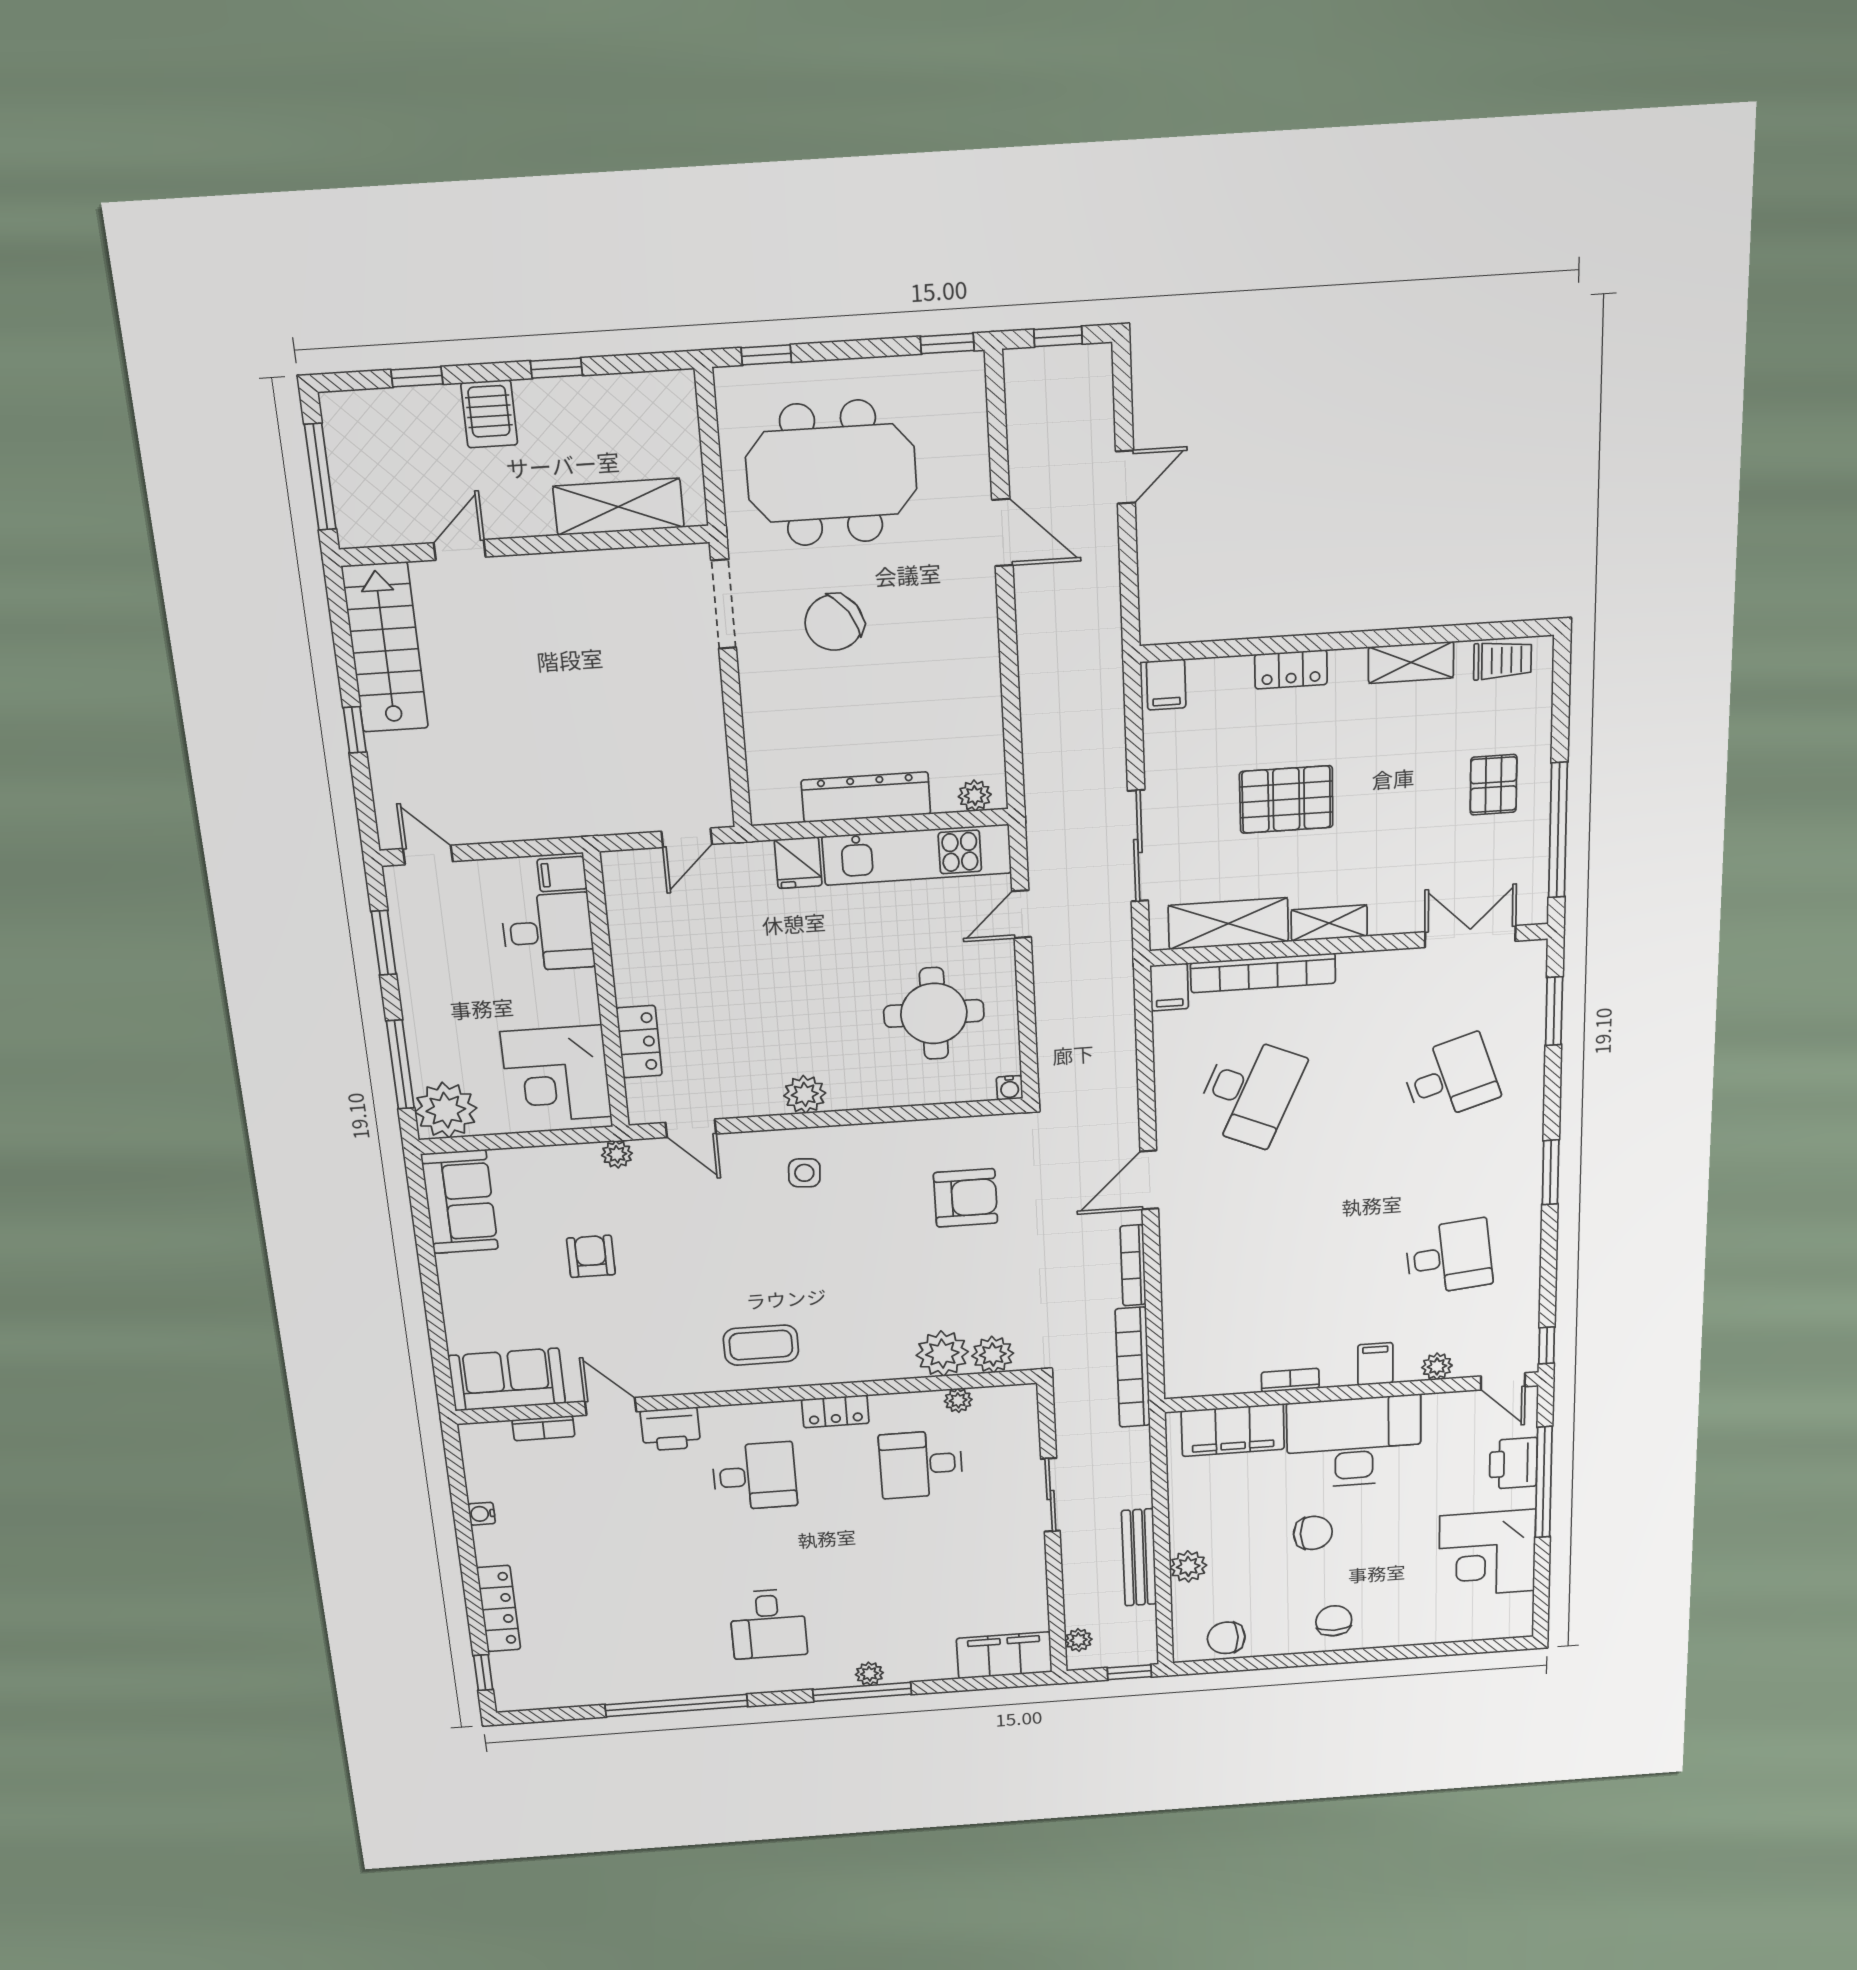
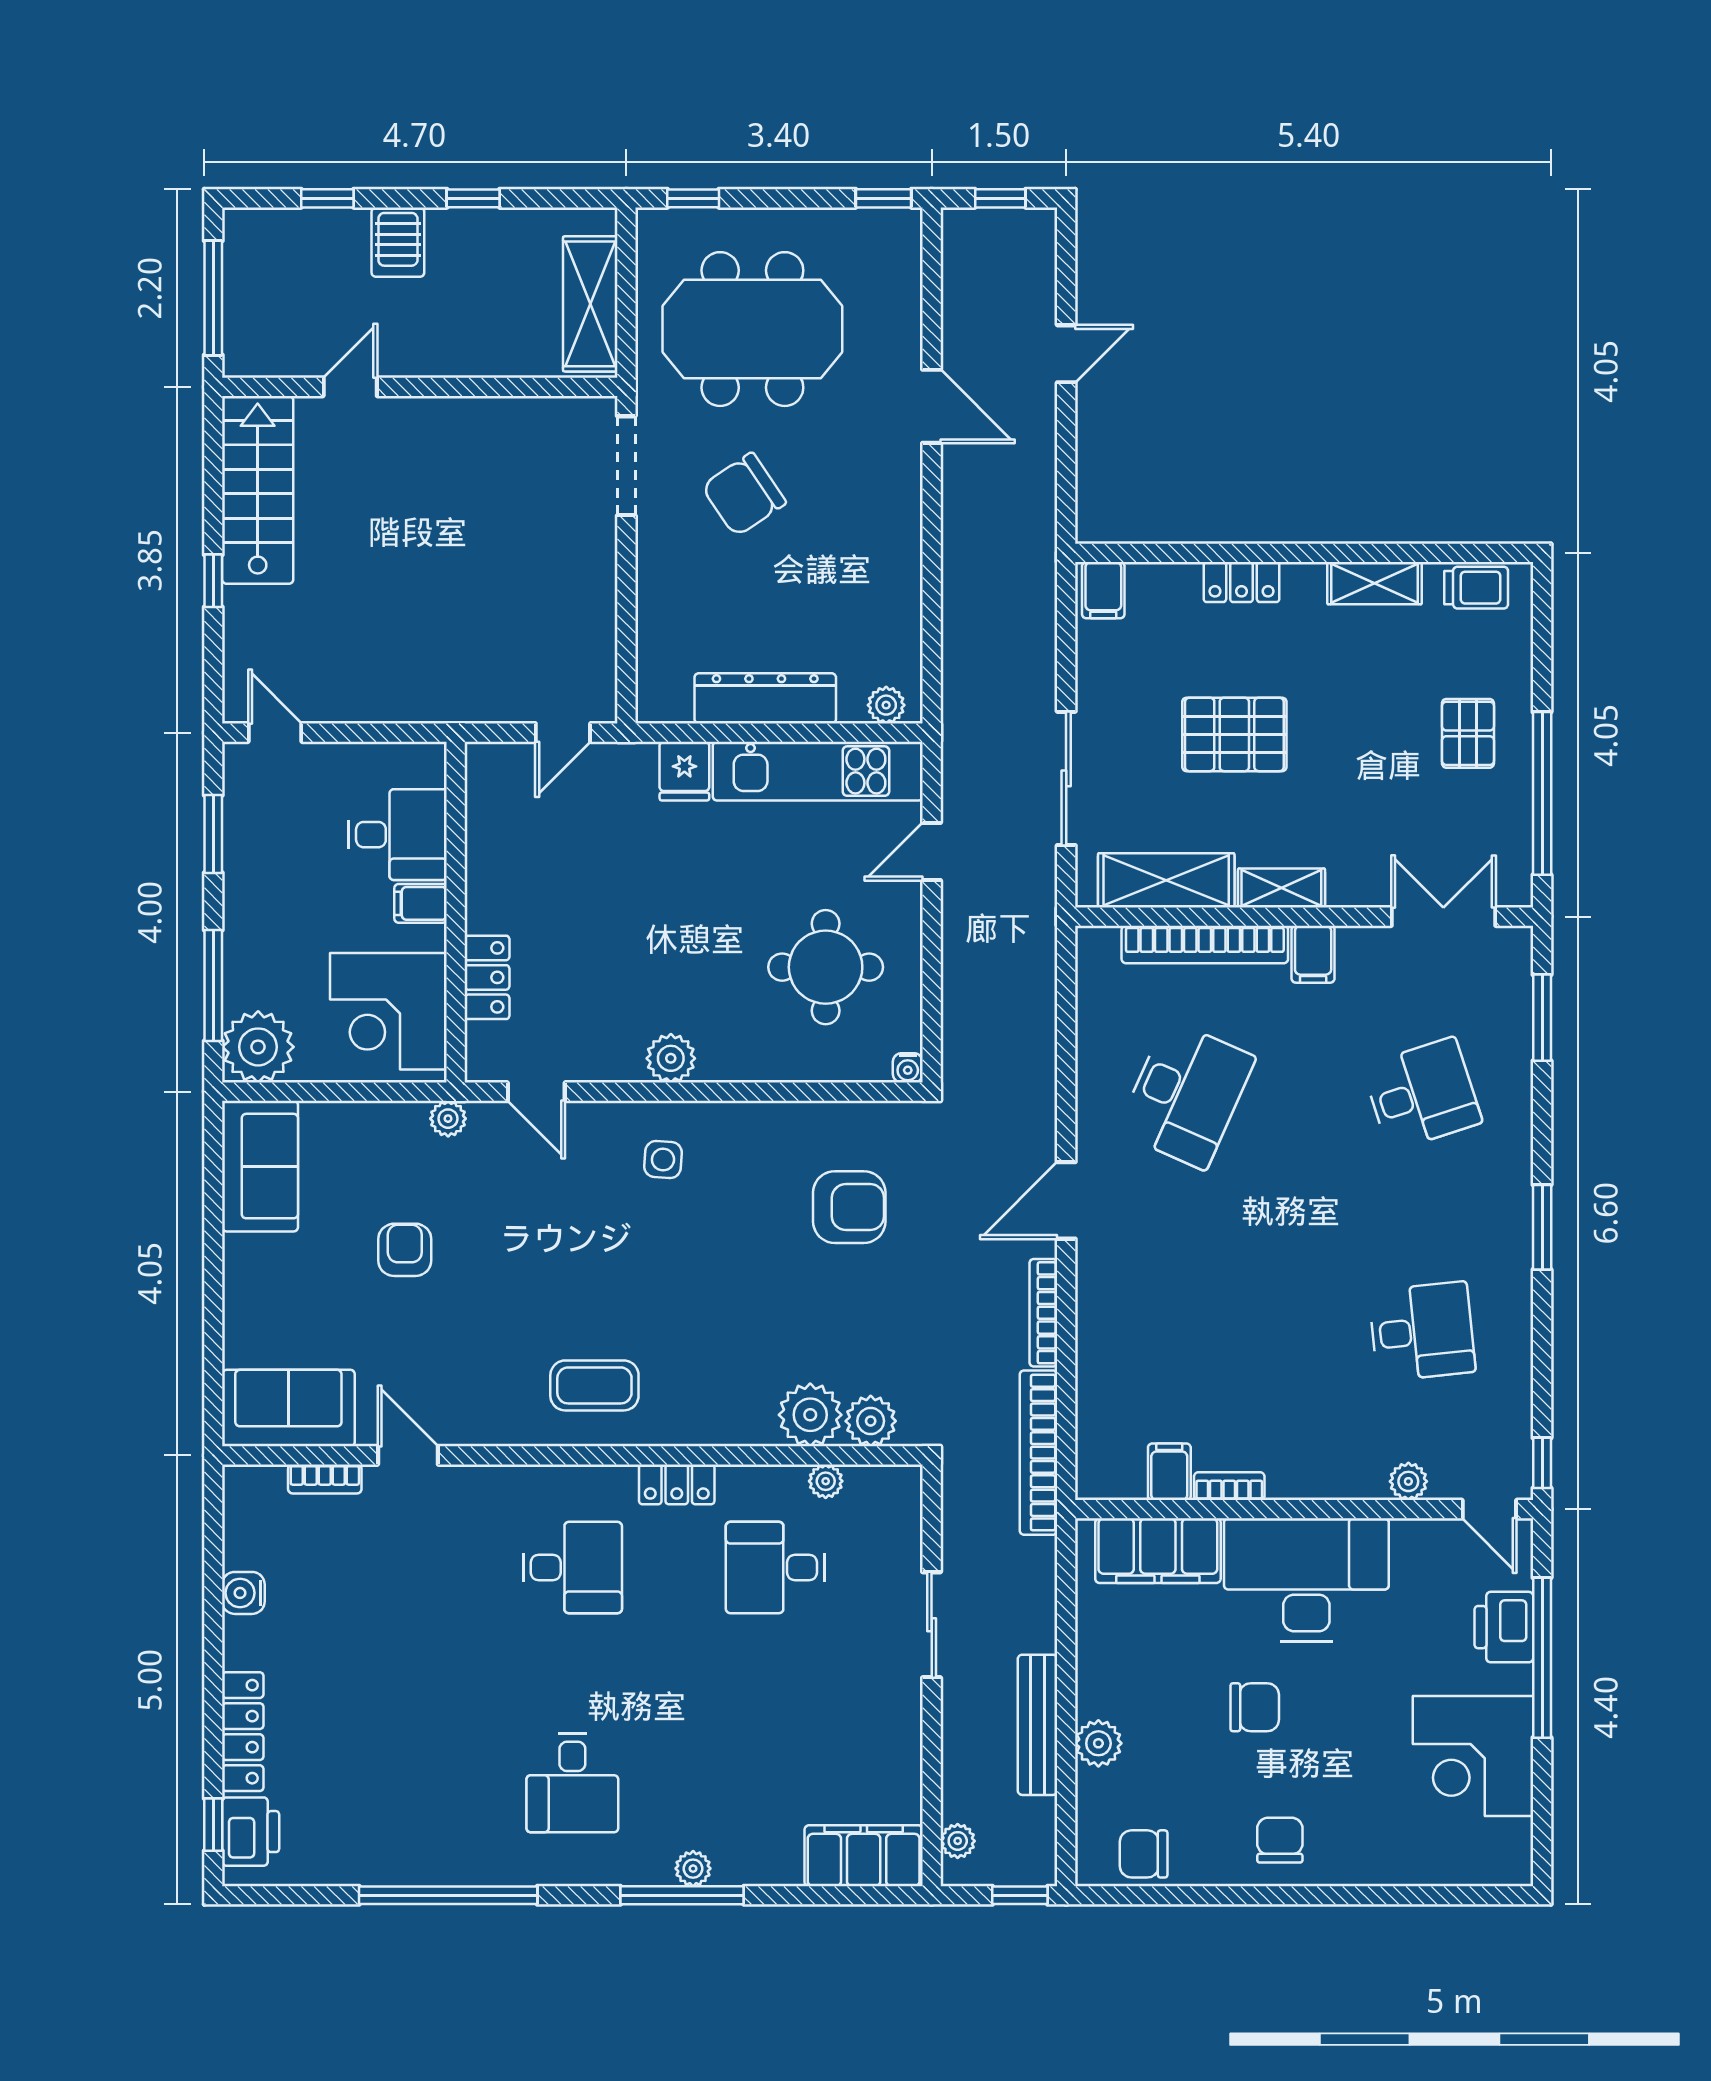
shelving: (619, 507) -> (590, 304), moved, turned 90
filing cabinet: (562, 874) -> (421, 903), moved
filing cabinet: (1169, 987) -> (1313, 954), moved
filing cabinet: (1375, 1364) -> (1169, 1472), moved
printer: (671, 1429) -> (251, 1832), moved, turned -90
water cooler: (482, 1514) -> (243, 1593), width x1.38, depth x1.38

